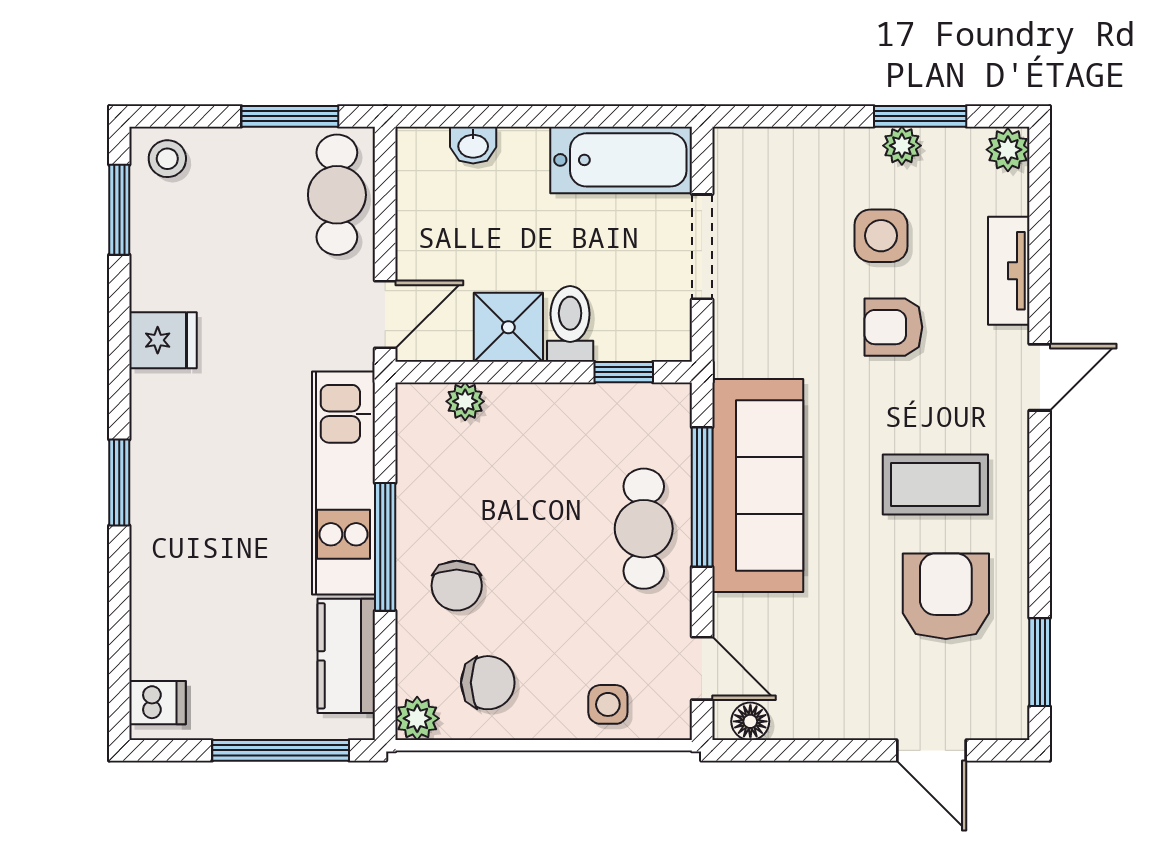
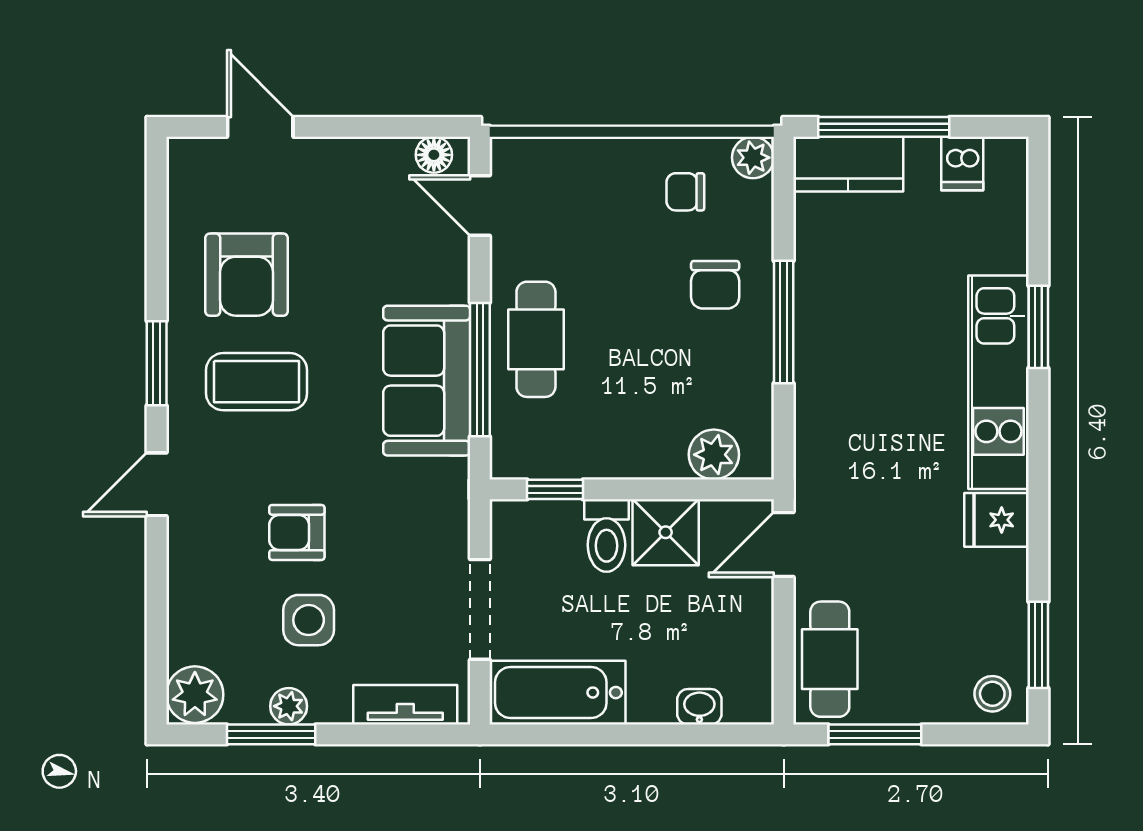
plant: (1008, 150) -> (195, 695), width x1.38, depth x1.38
tv unit: (1009, 271) -> (405, 705), moved, turned -90
armchair: (893, 327) -> (297, 532), turned 180
plant: (465, 401) -> (714, 455), width x1.38, depth x1.38
window: (119, 482) -> (1038, 327), moved
kitchen unit: (343, 483) -> (998, 382), moved, turned 180
sofa: (758, 486) -> (427, 381), width x0.73
chair: (457, 586) -> (715, 285), turned 180
kitchen counter: (346, 656) -> (848, 164), moved, turned 90
window: (1040, 662) -> (157, 363), moved
chair: (488, 683) -> (685, 192), width x0.73, depth x0.73
dishwasher: (158, 703) -> (962, 164), moved, turned -90
side table: (608, 704) -> (570, 171), removed

